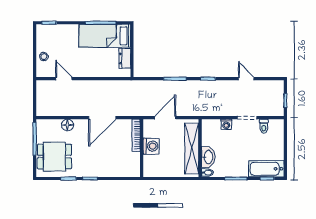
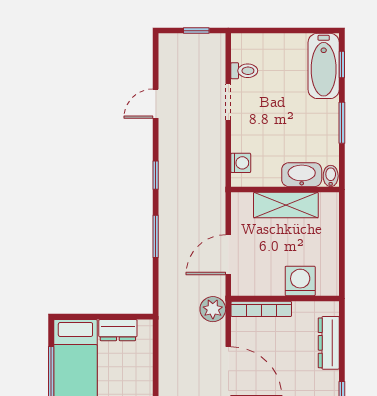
plant: (136, 109) -> (213, 309), added
door: (165, 118) -> (228, 255), hinge flipped
washing machine: (226, 124) -> (241, 163), moved
washing machine: (151, 146) -> (300, 281), moved
shelving: (192, 149) -> (286, 205), width x0.68
dresser: (118, 172) -> (329, 343), added

